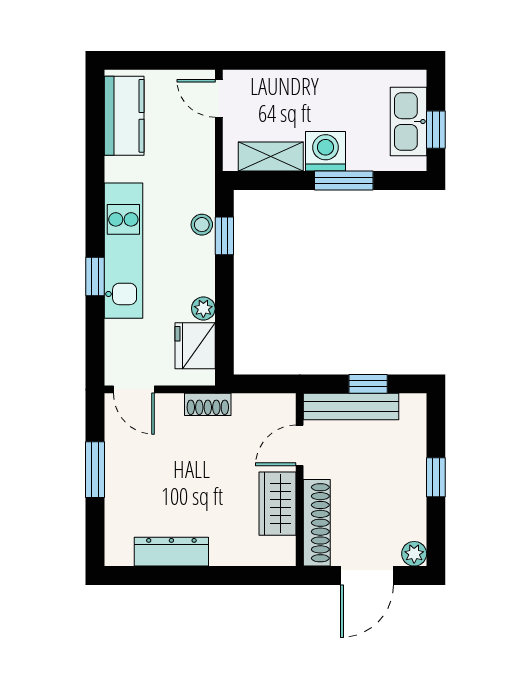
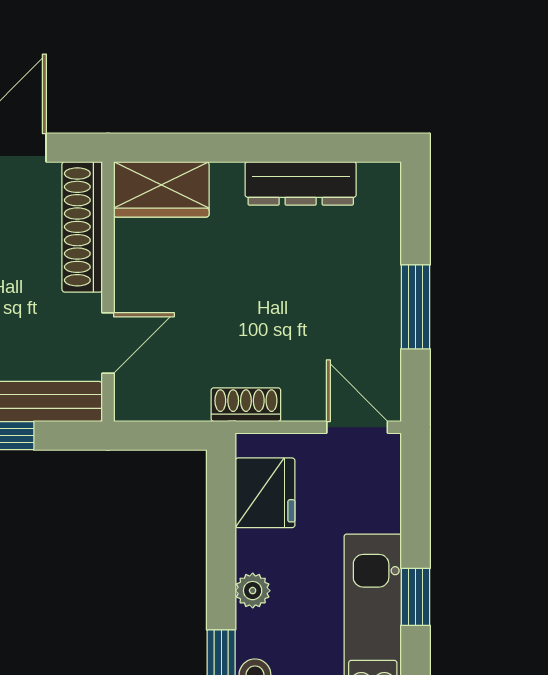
plant: (203, 308) -> (253, 591), moved
wardrobe: (277, 504) -> (161, 189), moved, turned 90

